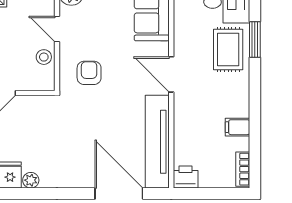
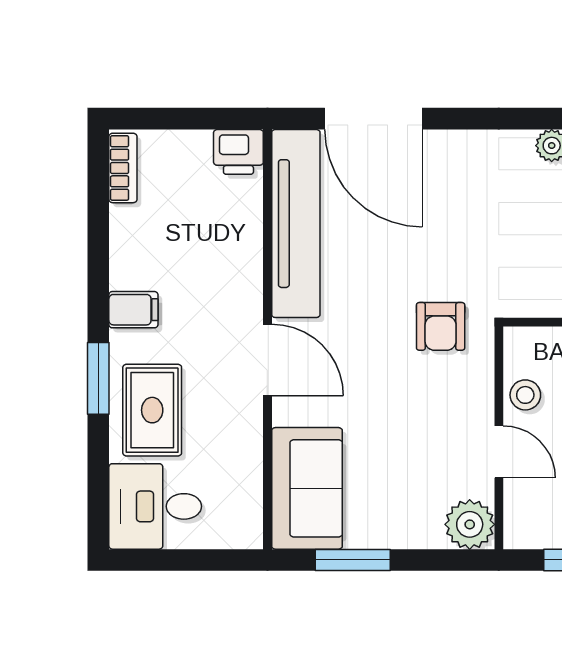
window: (255, 39) -> (98, 378), moved
armchair: (89, 73) -> (441, 326), moved
filing cabinet: (237, 127) -> (133, 310), moved

